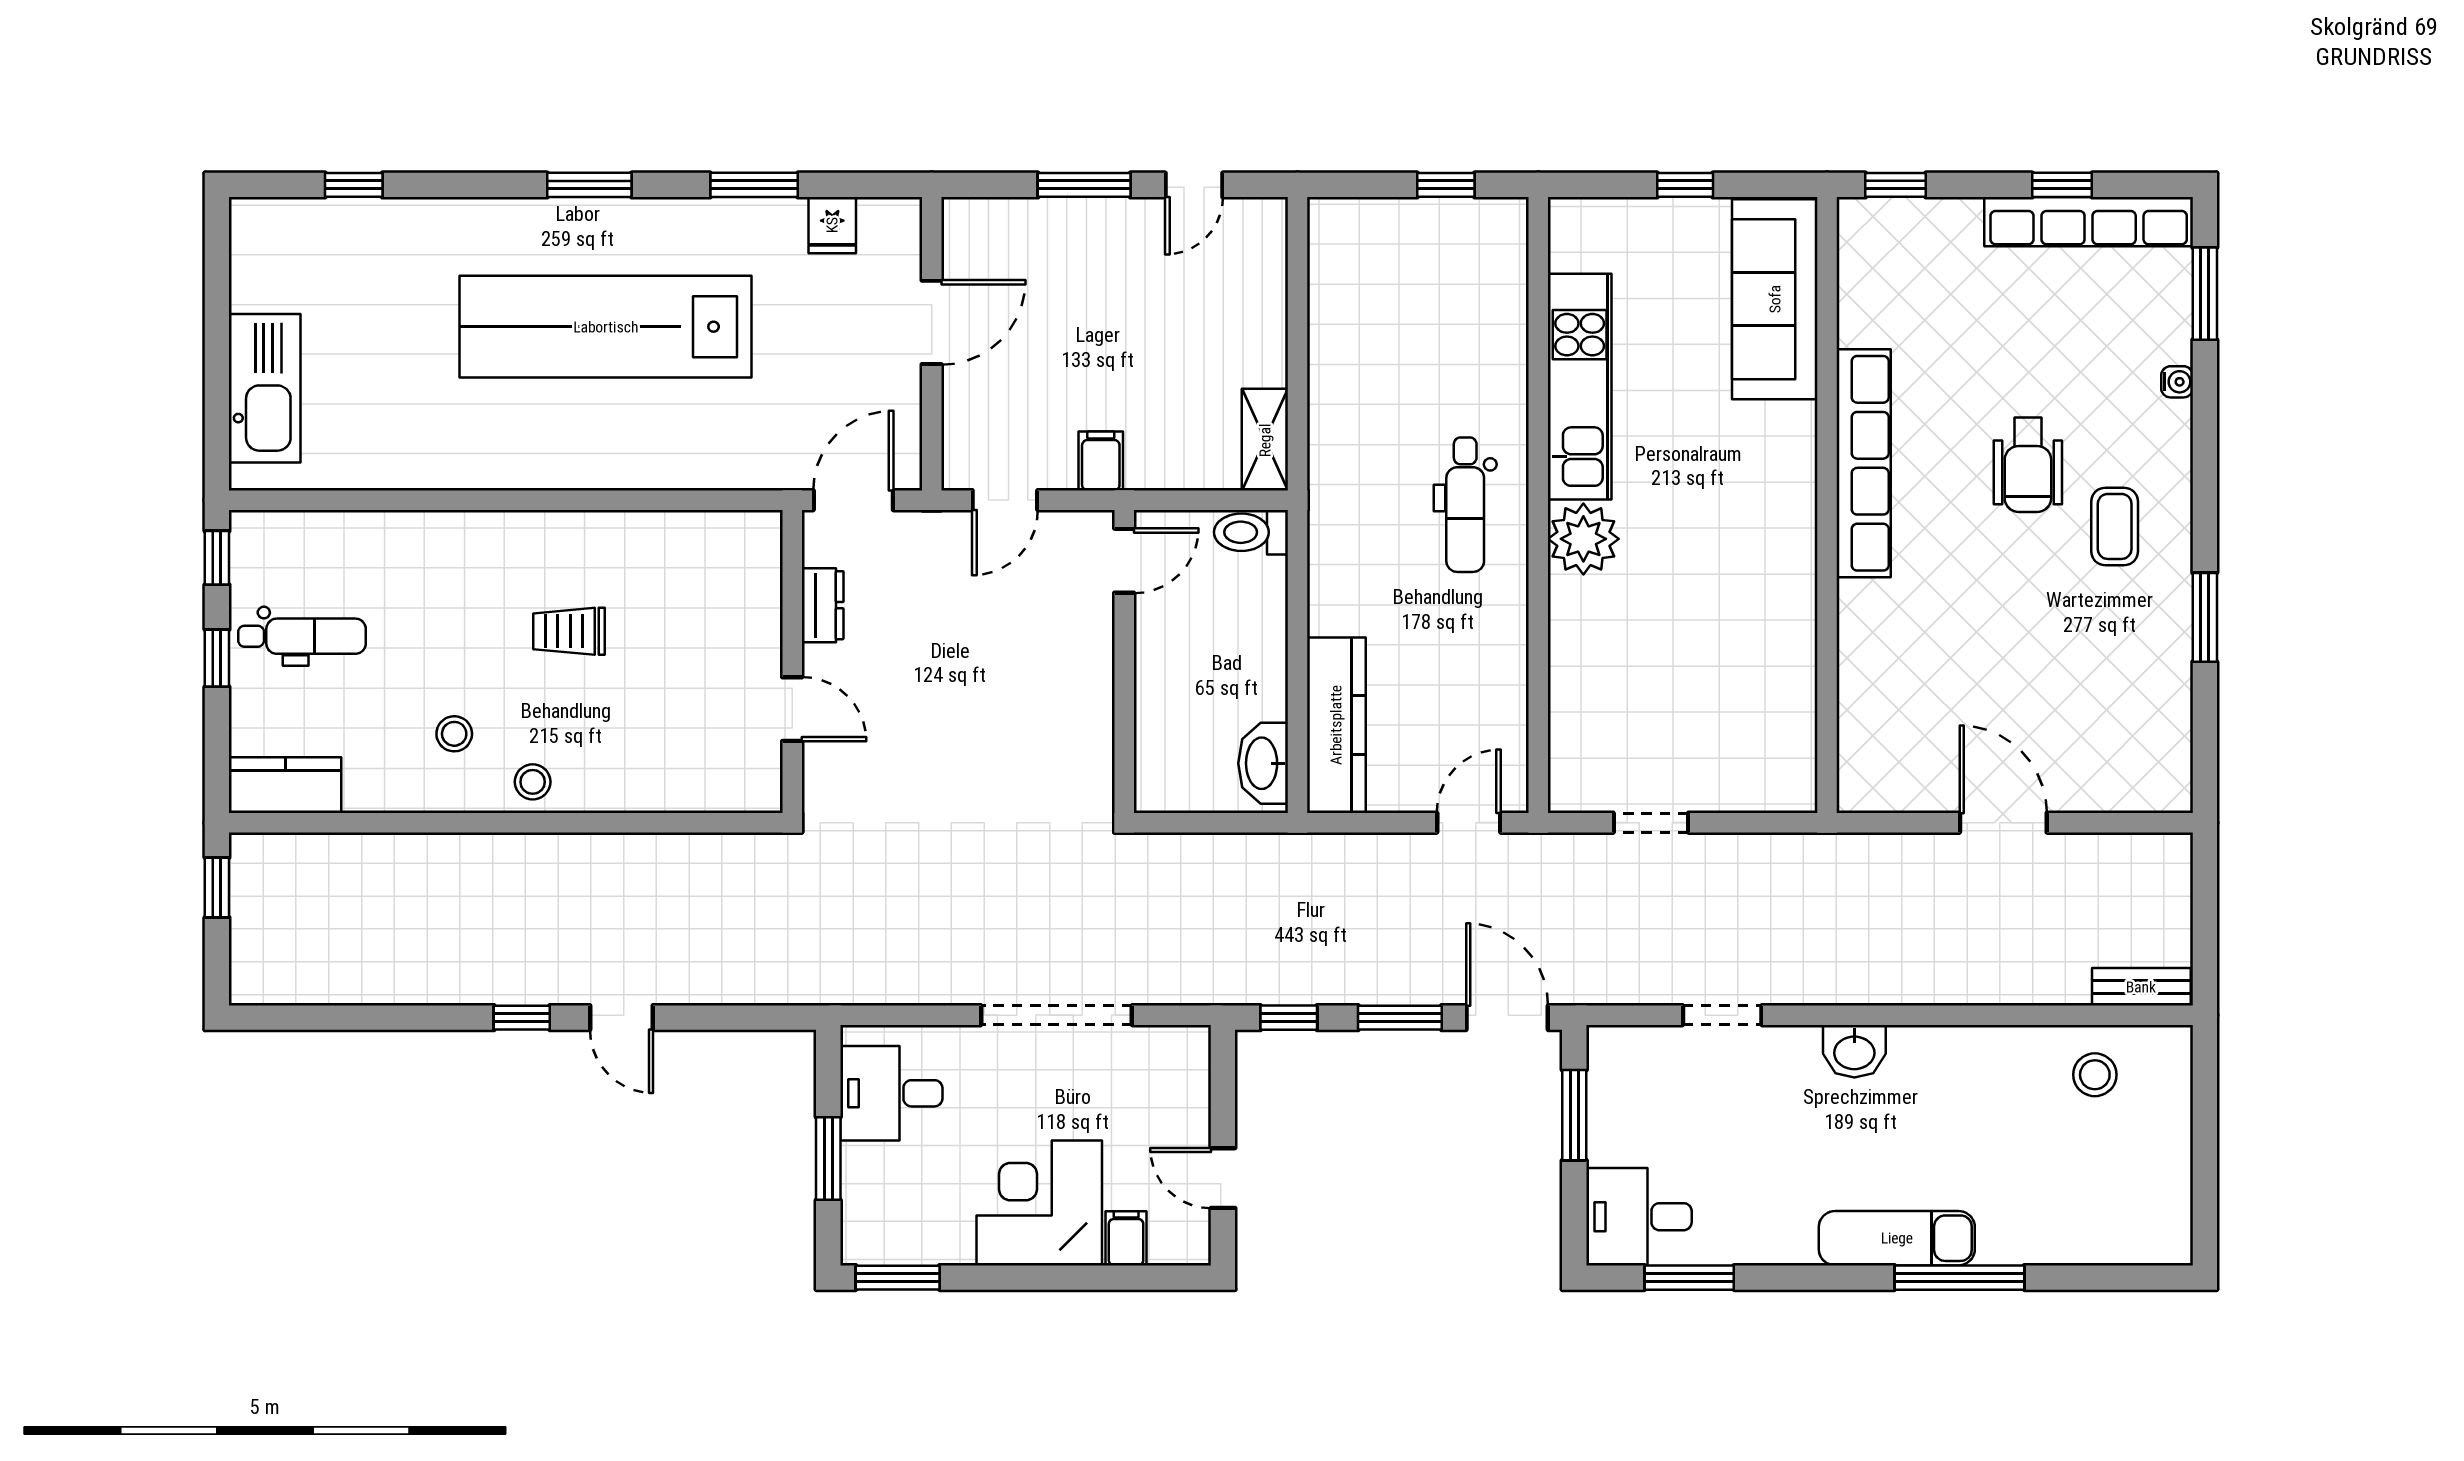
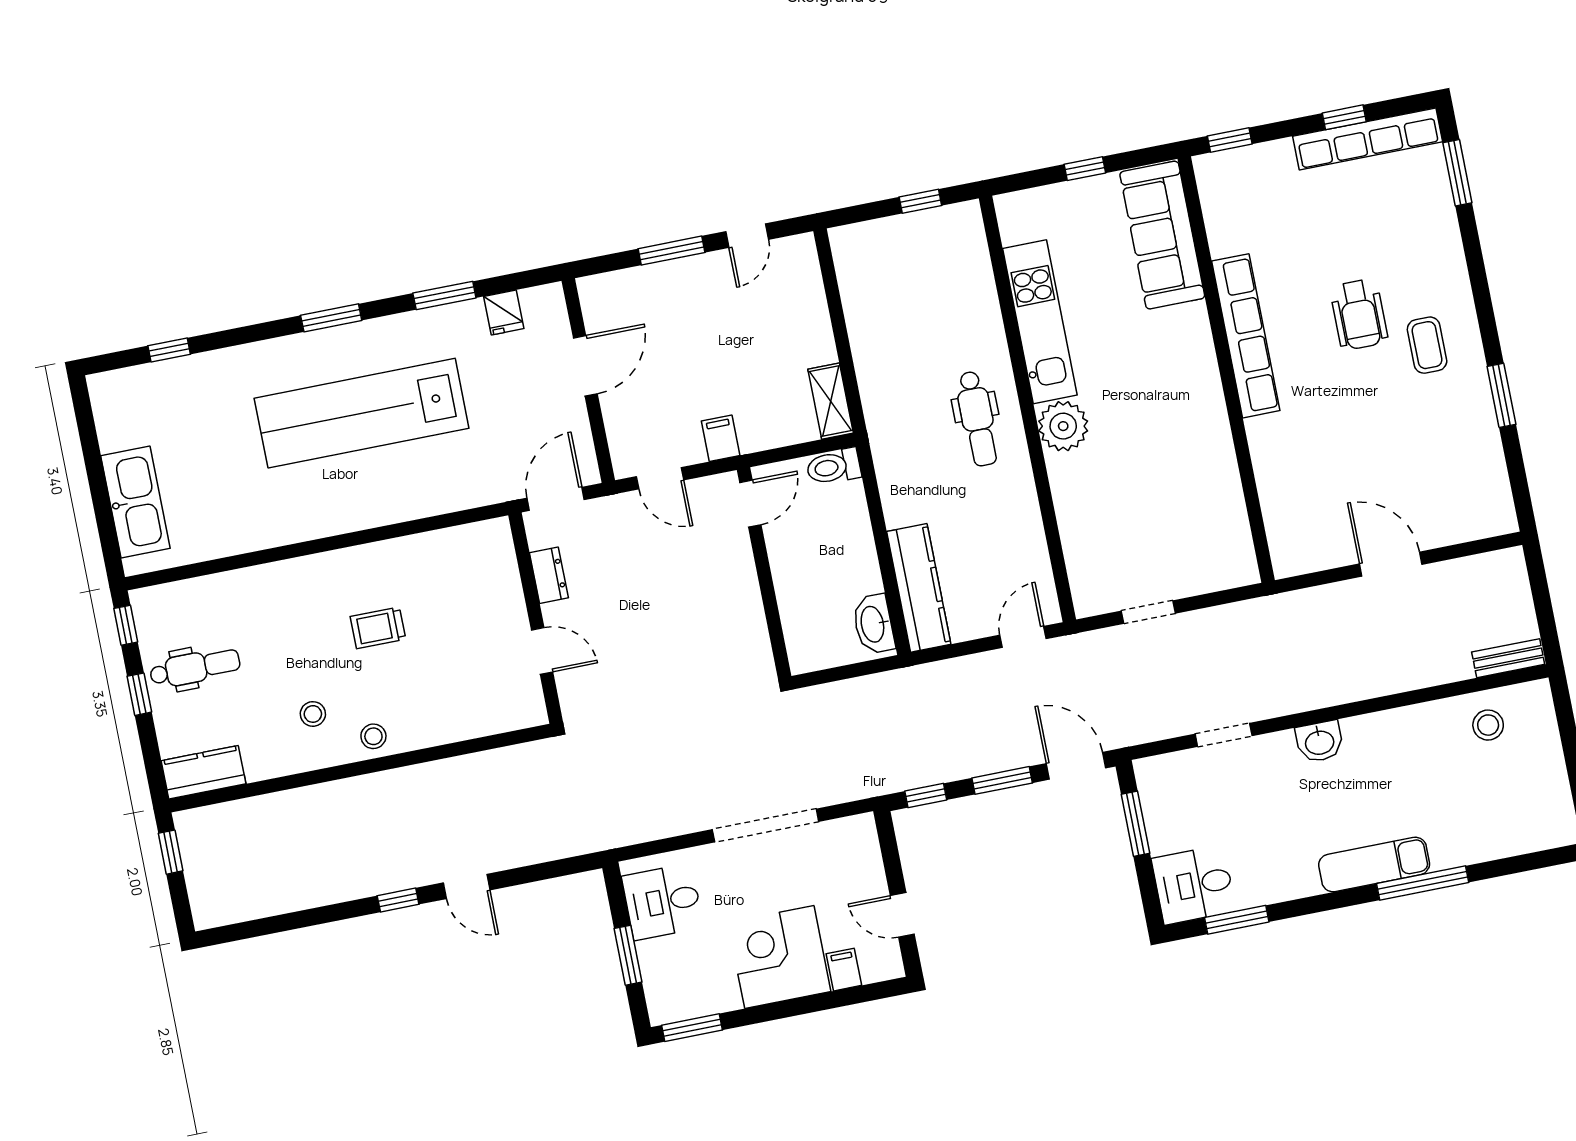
water cooler: (2177, 382) -> (1450, 237), removed
door: (1005, 500) -> (660, 478), hinge flipped

